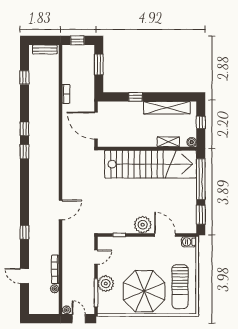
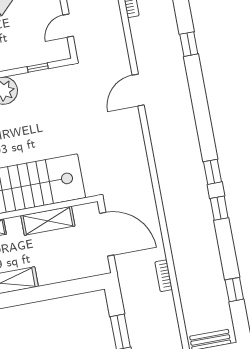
window: (135, 97) -> (53, 291), removed
shelving: (130, 140) -> (48, 221), added

